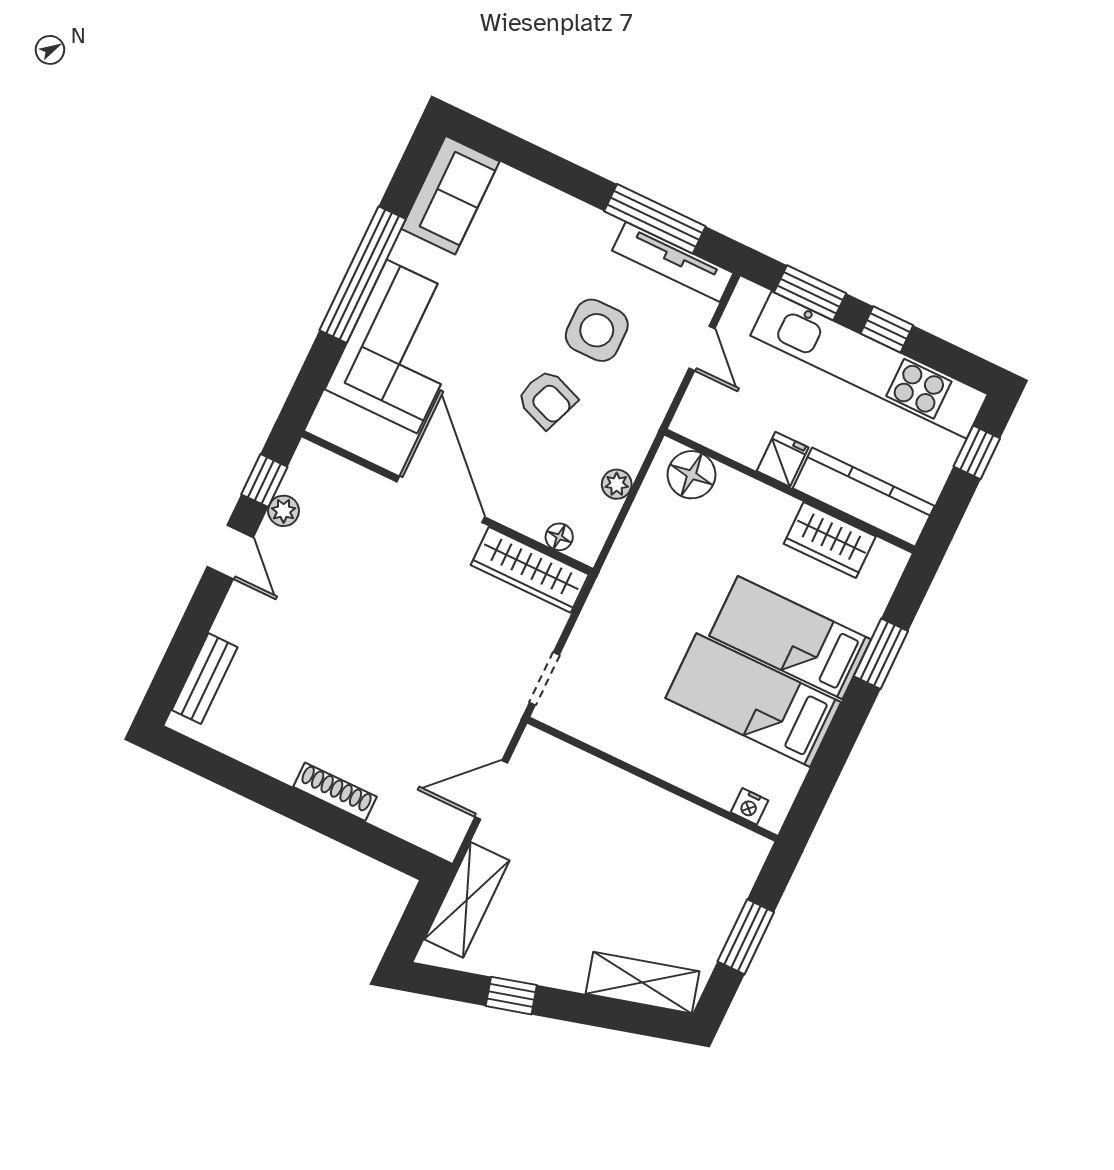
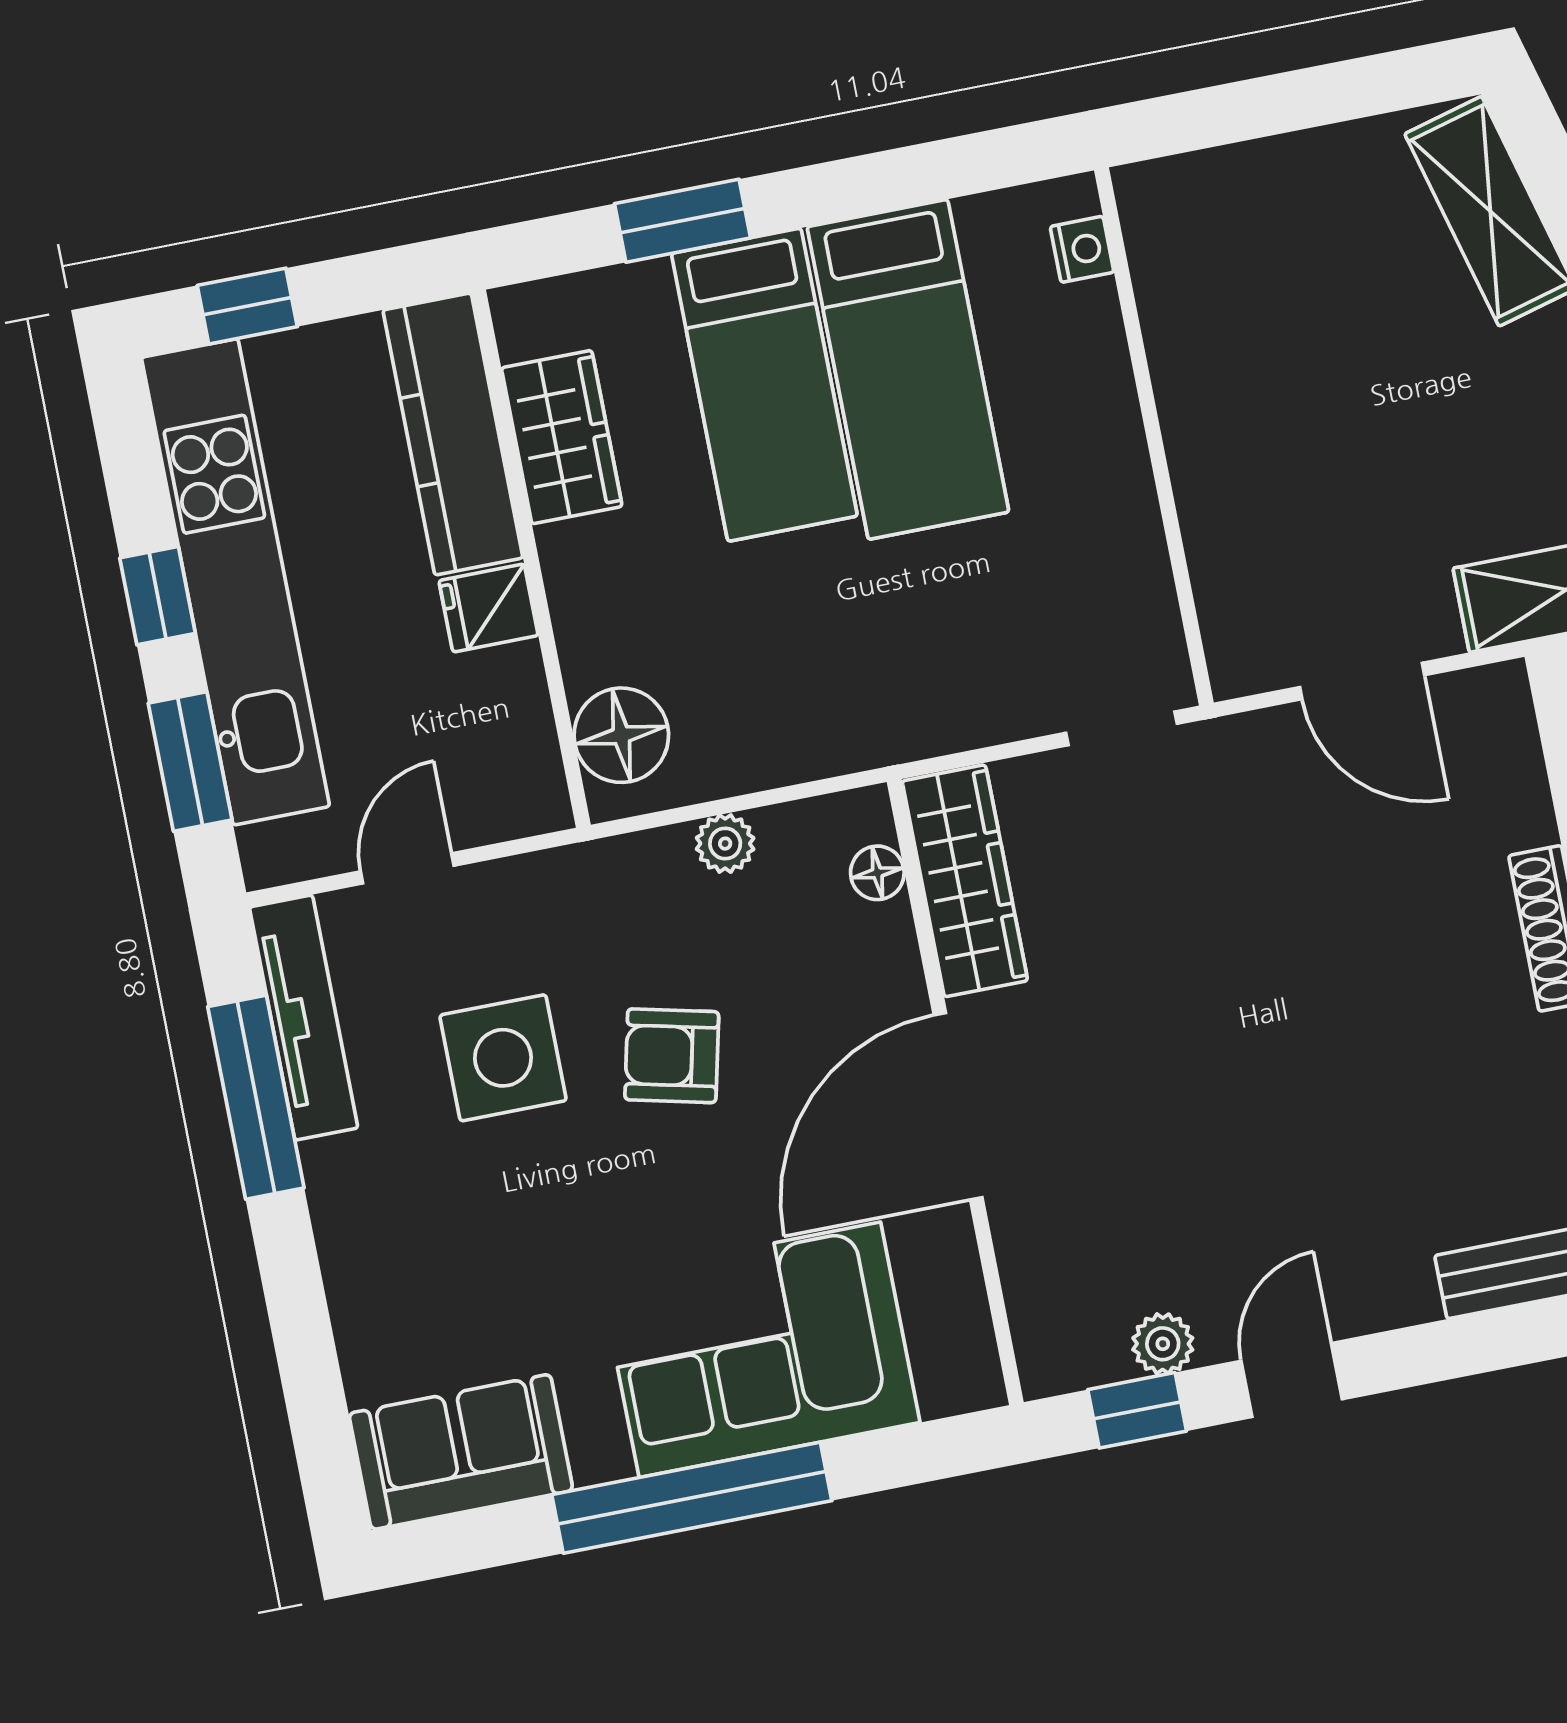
armchair: (547, 399) -> (672, 1056), turned -98
window: (746, 937) -> (1295, 101), removed

